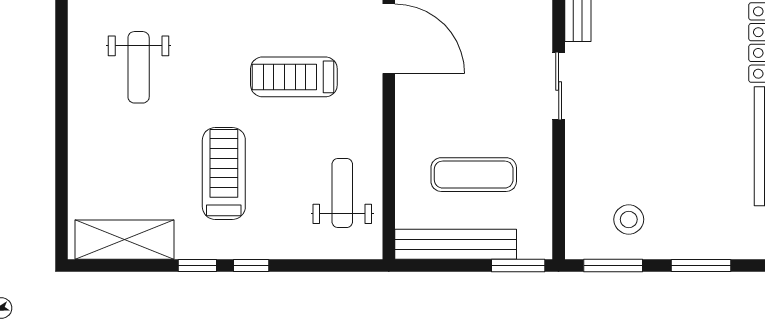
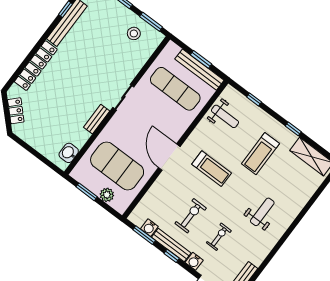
exercise mat: (474, 175) -> (175, 89), width x1.36, depth x1.45
weight bench: (342, 193) -> (225, 116), turned -90
window: (251, 266) -> (254, 99), moved
window: (518, 266) -> (201, 59), moved

